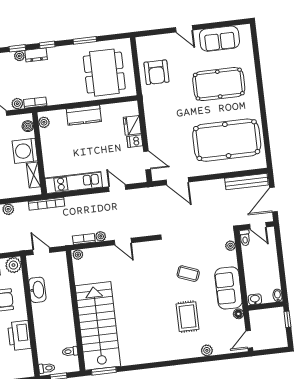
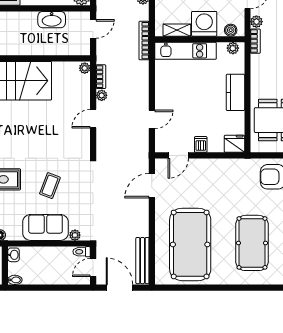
fridge: (132, 125) -> (234, 144), moved
kitchen unit: (74, 183) -> (186, 51), moved, turned 90
sofa: (228, 288) -> (46, 227), moved

